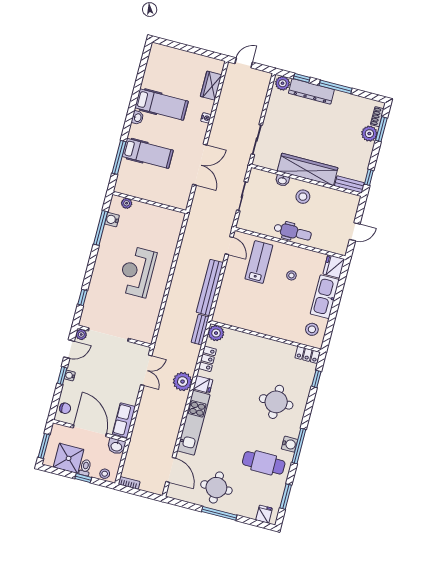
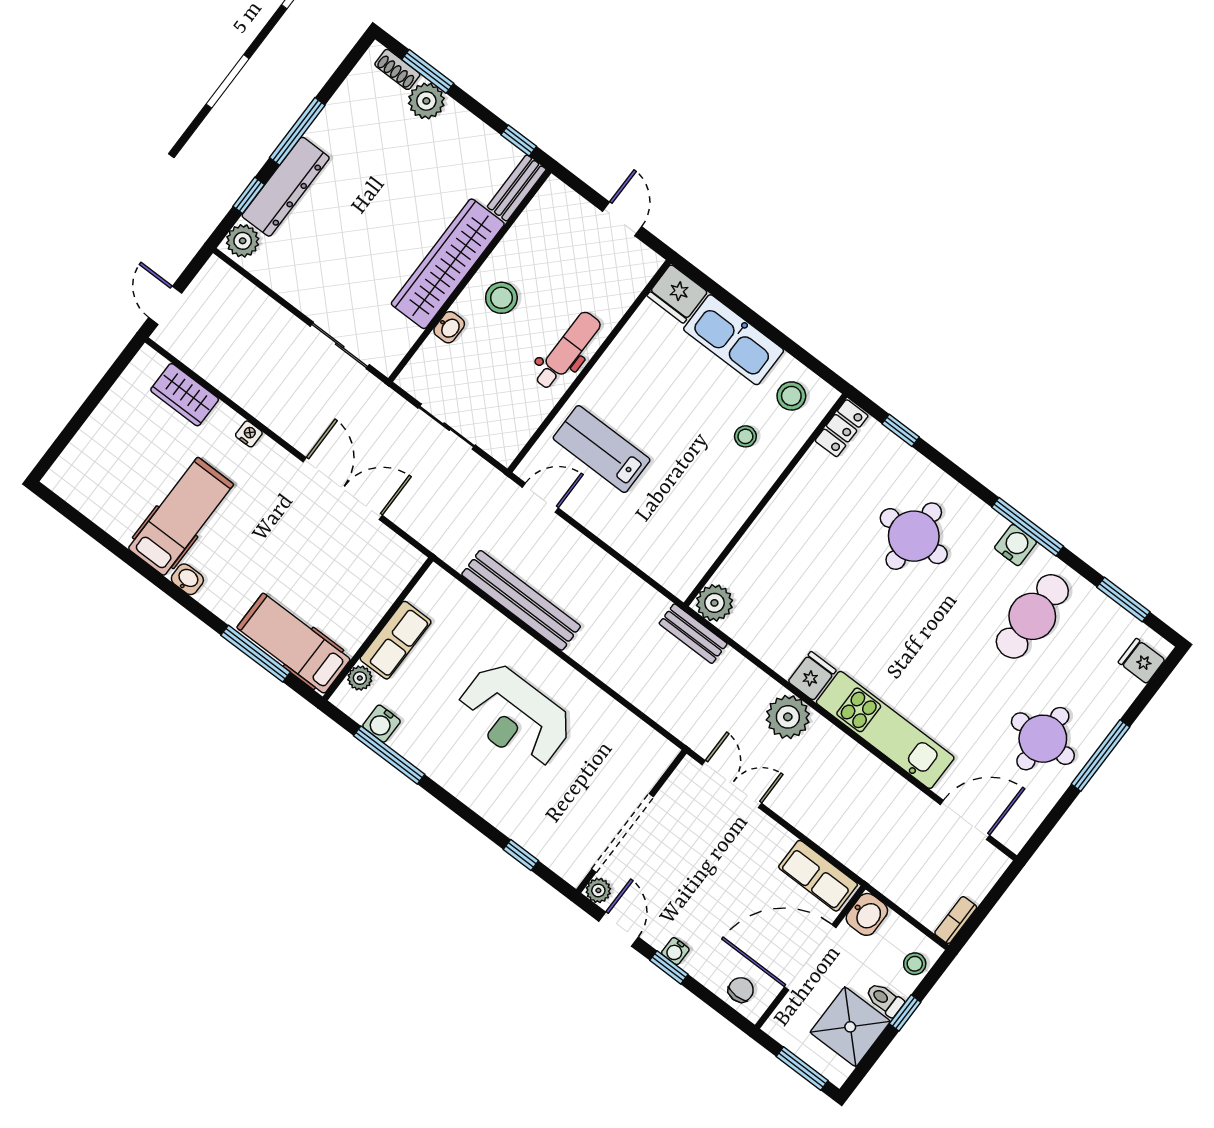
hospital bed: (148, 153) -> (294, 643), moved, turned -90
row of seats: (148, 211) -> (396, 640), added
stool: (291, 275) -> (745, 436), moved
bench: (210, 287) -> (521, 600), moved
locker: (208, 359) -> (762, 644), removed

